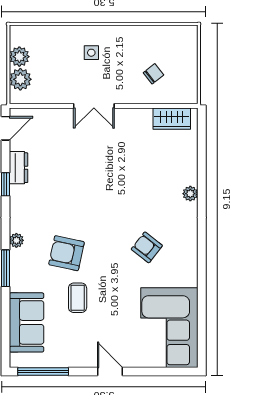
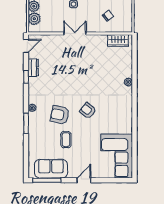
double door: (94, 106) -> (75, 33), swing flipped
armchair: (147, 247) -> (88, 111), moved
sofa: (26, 322) -> (51, 169), moved, turned -90
door: (110, 371) -> (84, 180), hinge flipped

